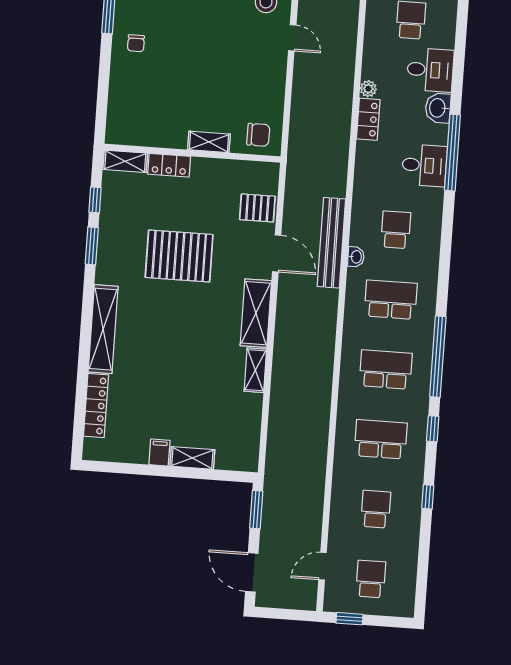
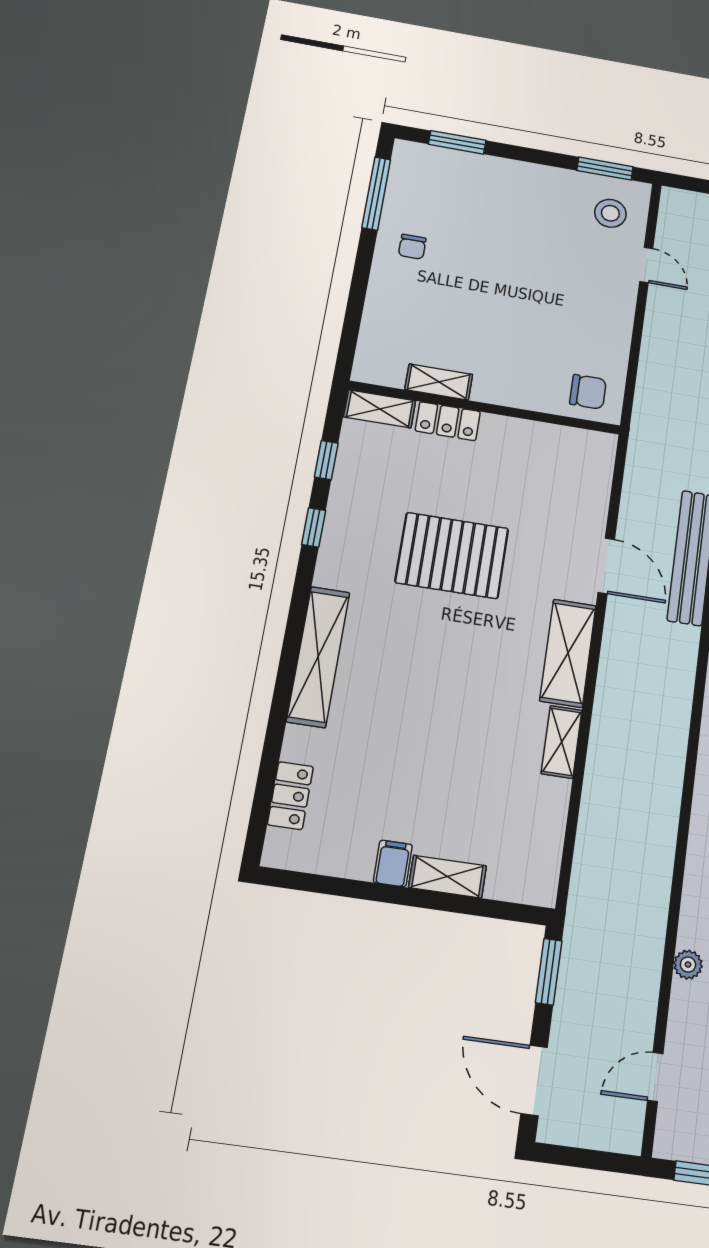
shelving: (209, 142) -> (439, 382), moved
pallet: (257, 208) -> (580, 496), removed
window: (92, 246) -> (314, 527), width x0.67
locker: (96, 406) -> (290, 796), width x0.66
plant: (339, 500) -> (688, 965), added

